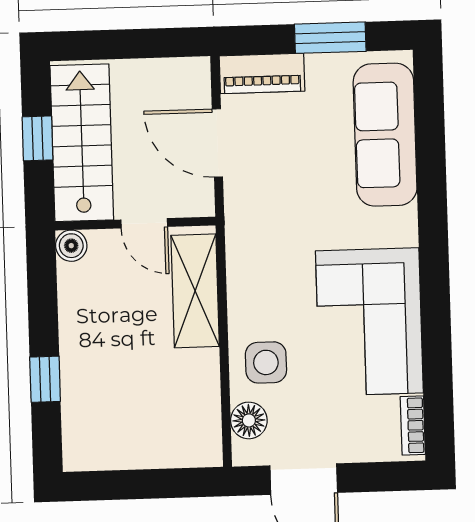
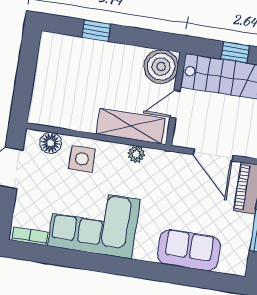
sofa: (385, 135) -> (189, 250), width x0.73
door: (217, 143) -> (213, 155), swing flipped
boiler: (71, 246) -> (161, 67), width x1.86, depth x1.86
plant: (241, 272) -> (136, 154), added

